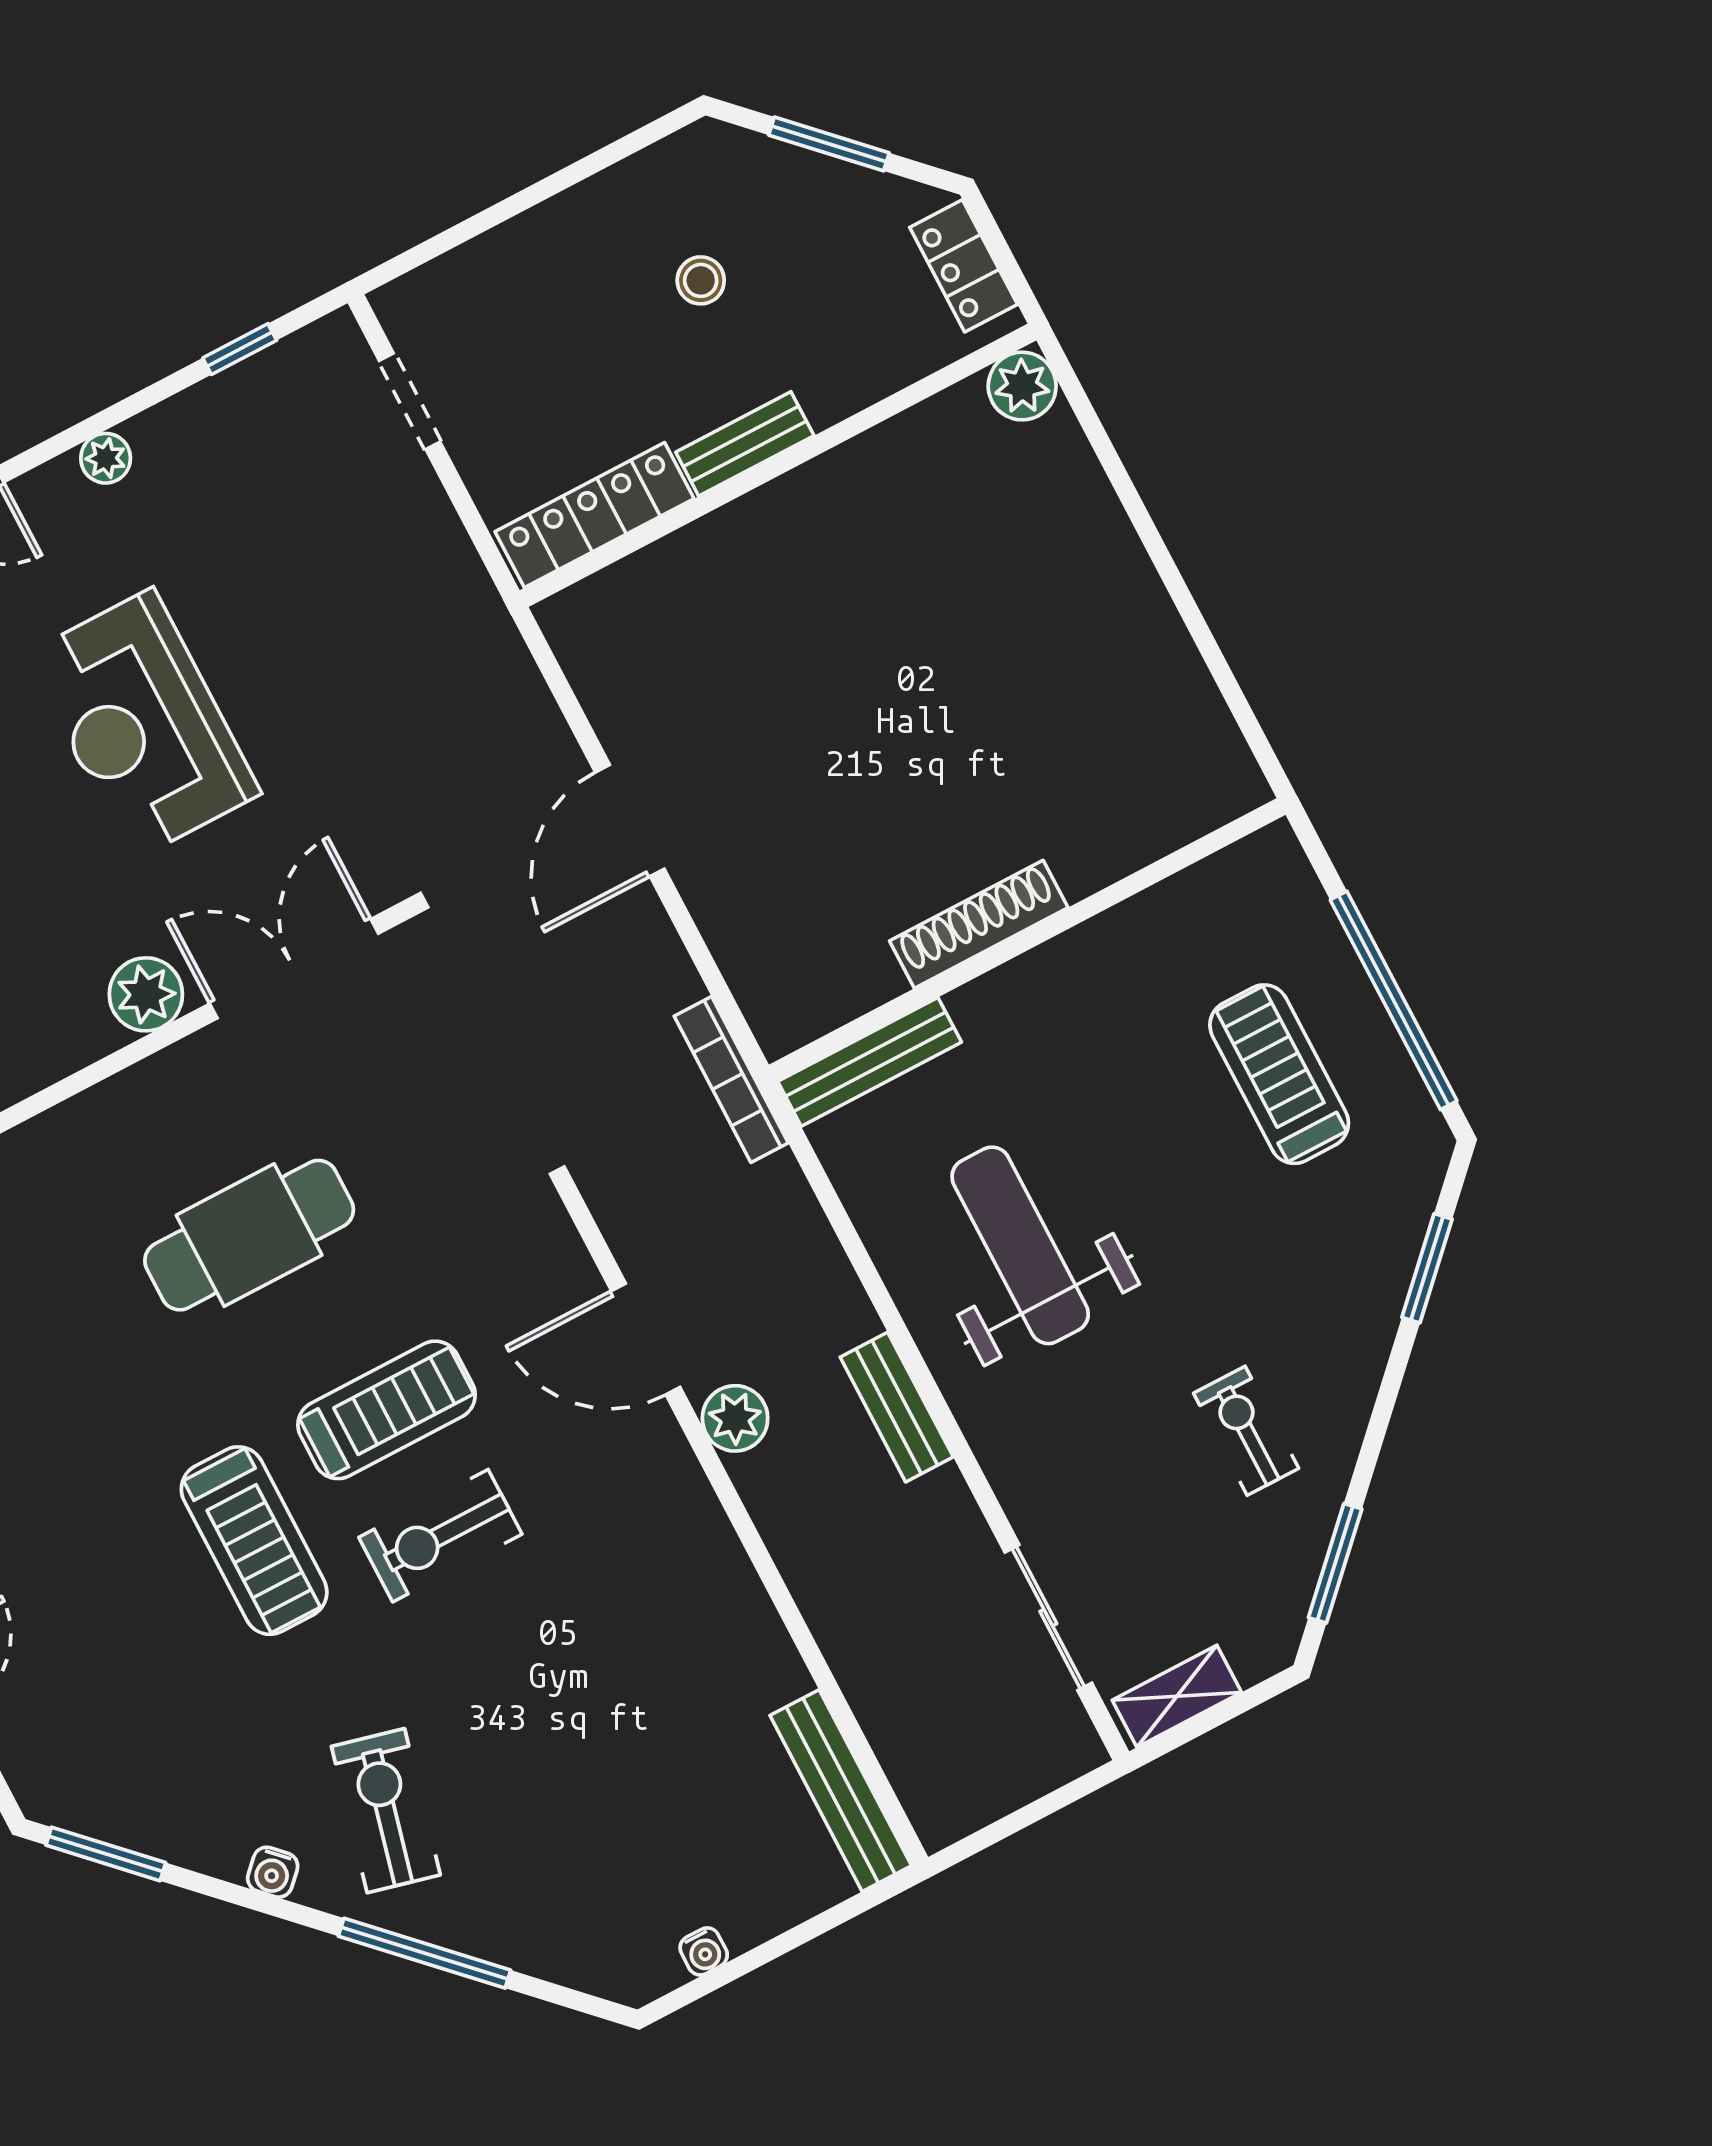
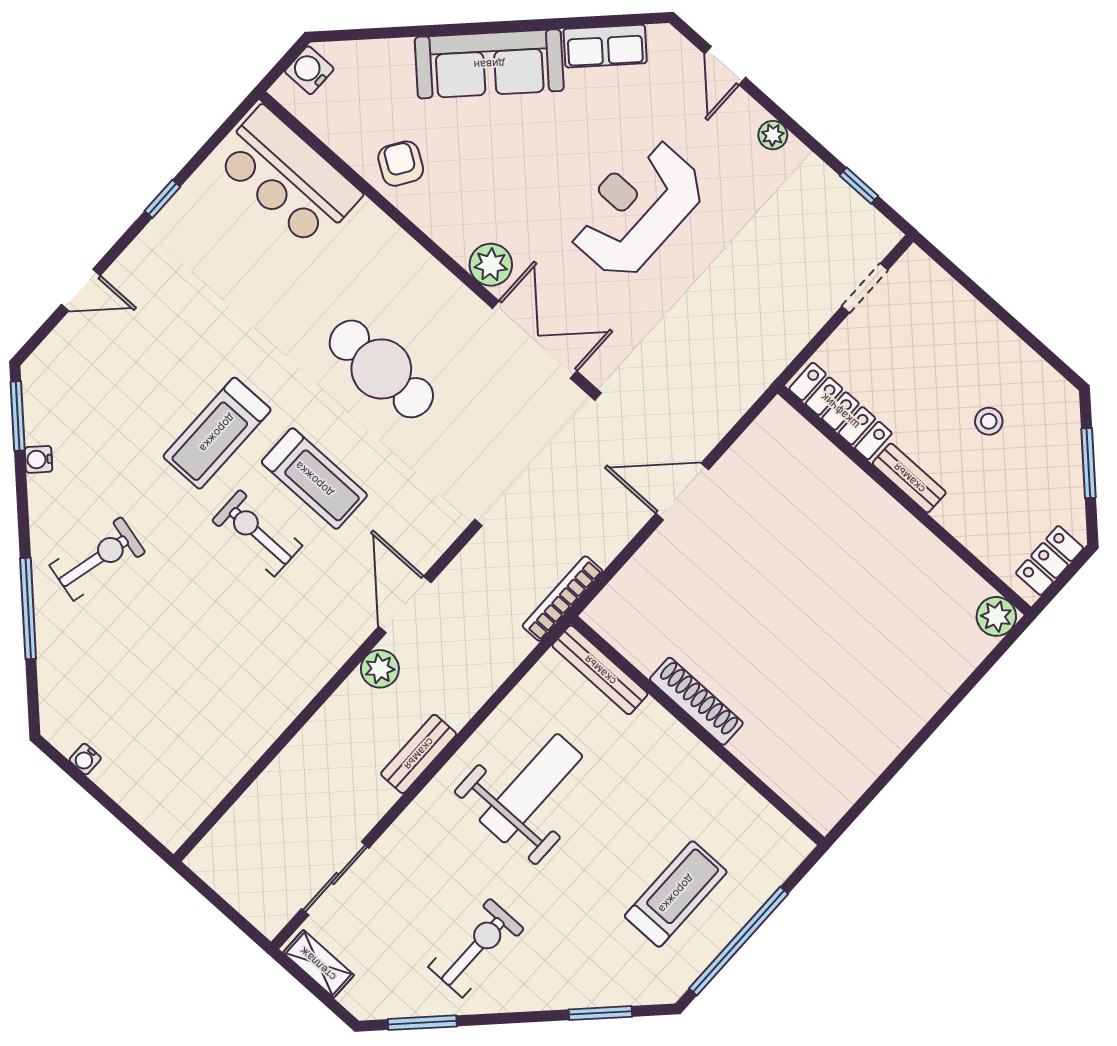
exercise bike: (1246, 1431) -> (476, 948), width x1.38, depth x1.39
bench: (841, 1791) -> (200, 801), removed
water cooler: (273, 1872) -> (39, 459), moved

